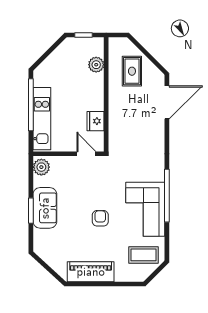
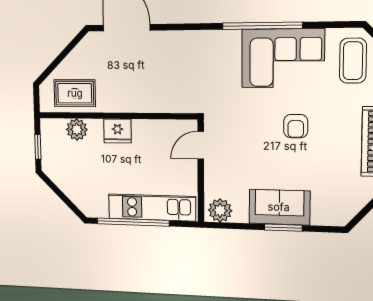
rug: (132, 71) -> (75, 93), moved
fridge: (96, 121) -> (118, 131), moved
armchair: (100, 218) -> (296, 126), turned -90

